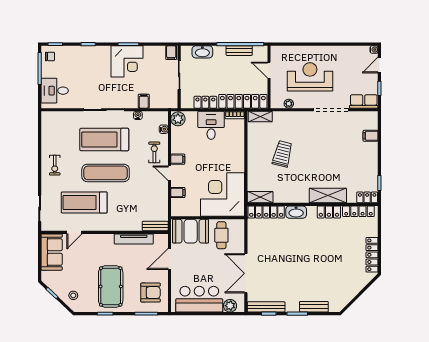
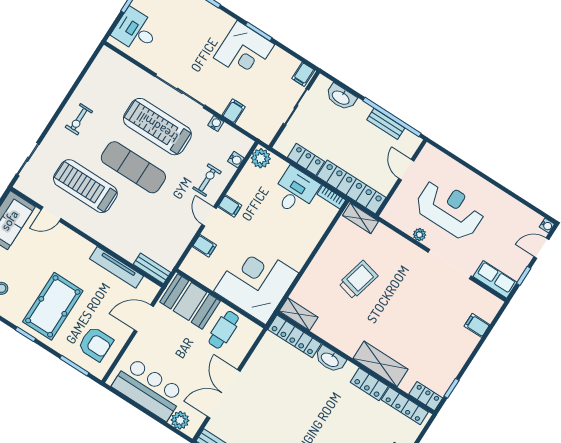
plant: (289, 104) -> (420, 235), moved

